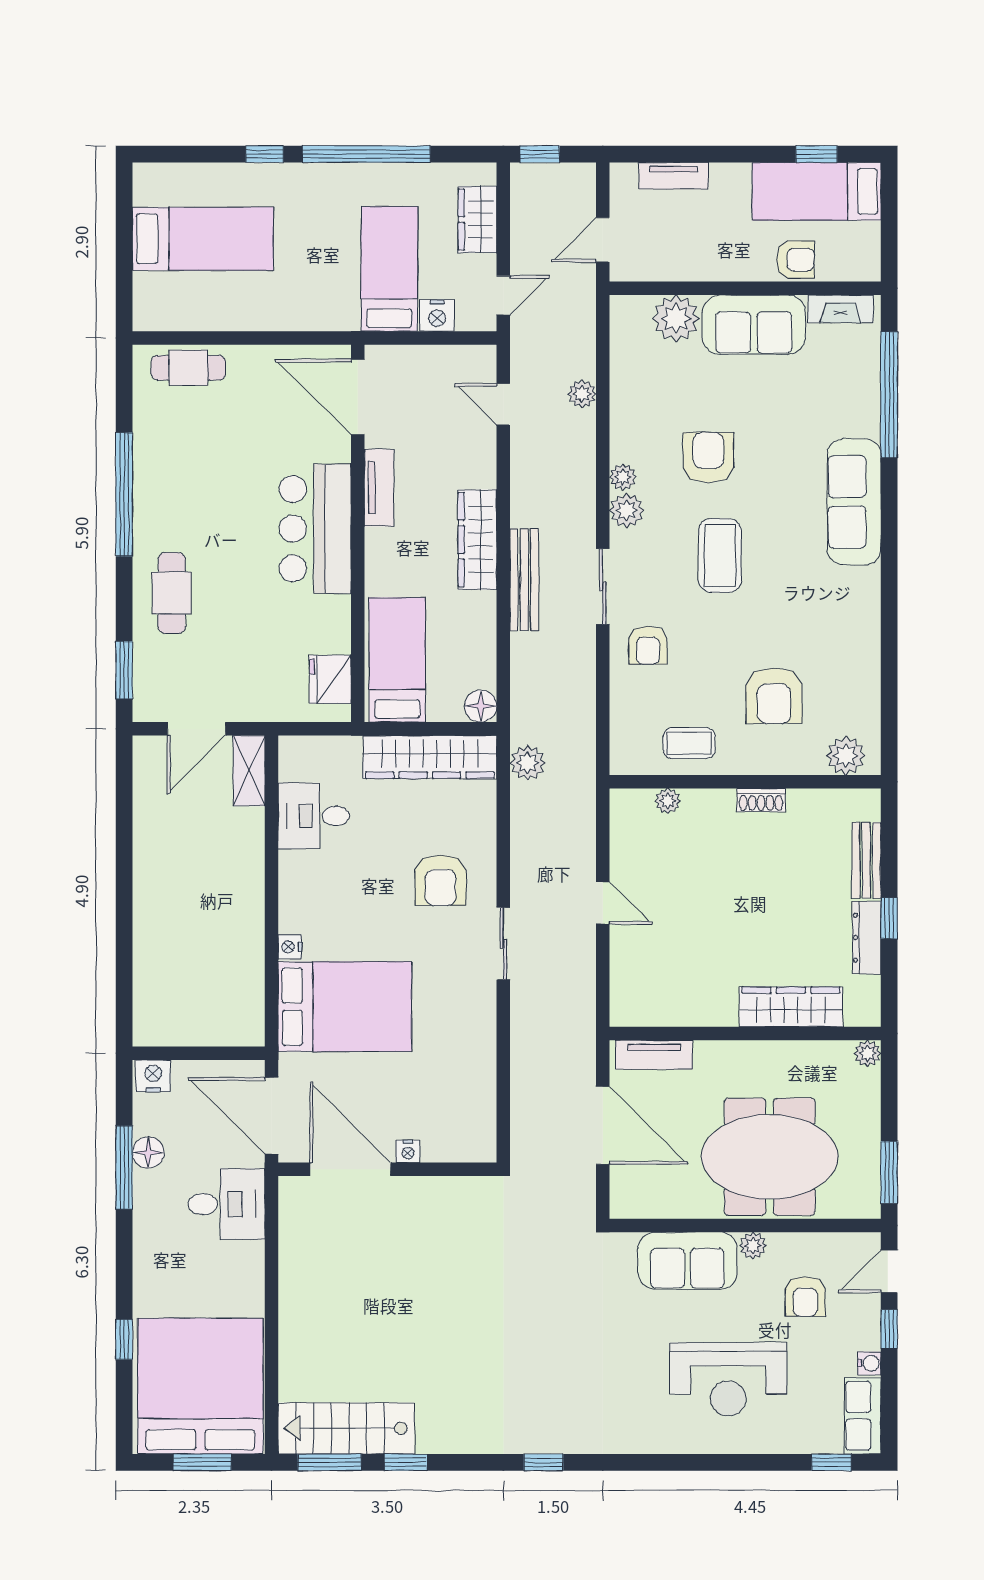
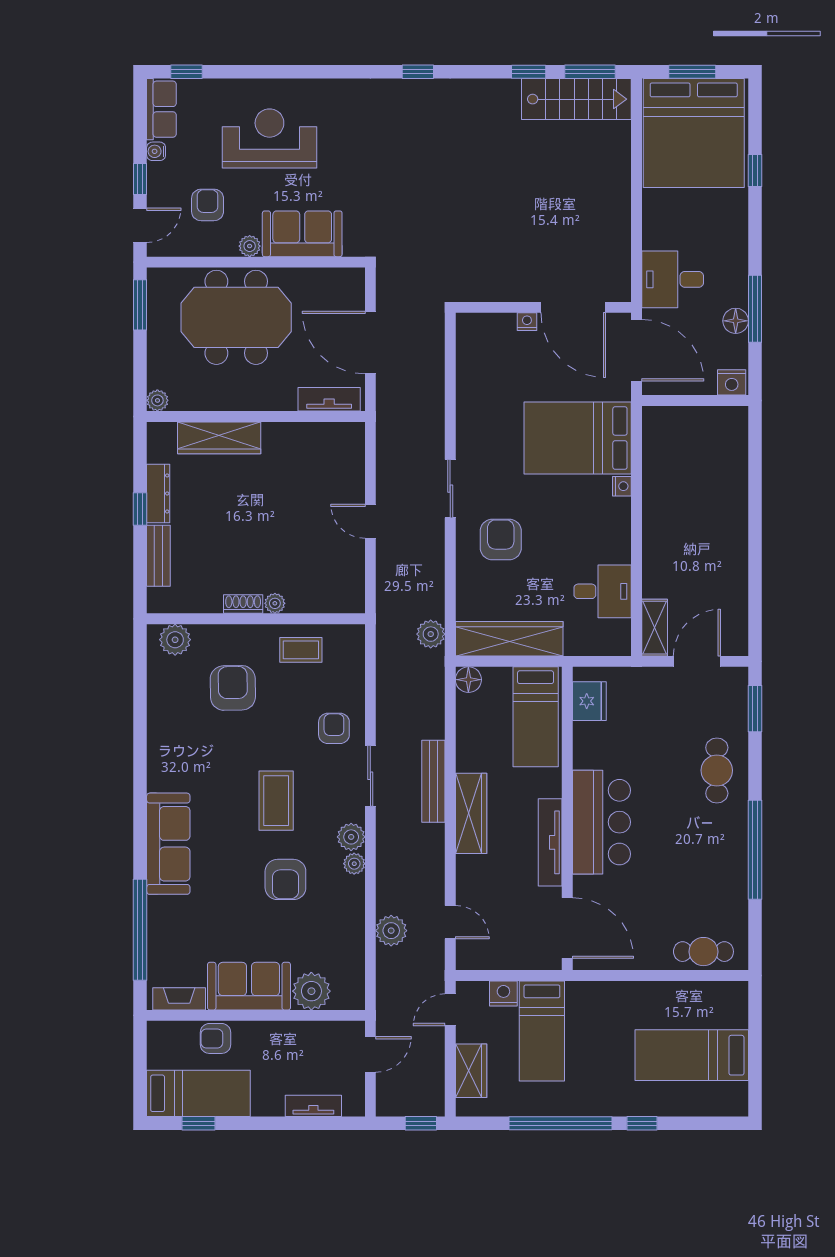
plant: (582, 394) -> (391, 931), width x1.38, depth x1.38
tv unit: (379, 488) -> (550, 842), width x1.41
plant: (668, 801) -> (275, 603), moved

